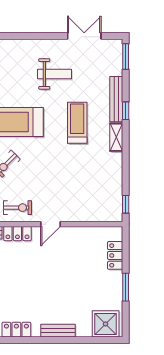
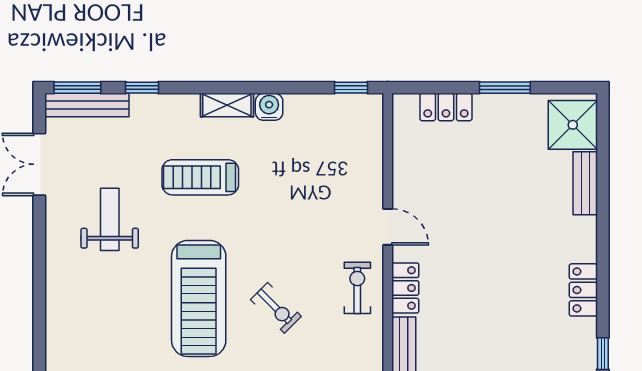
bench: (116, 99) -> (87, 105), moved
window: (126, 111) -> (142, 88), moved
water cooler: (115, 160) -> (269, 107), added
bench: (58, 331) -> (585, 183), moved

